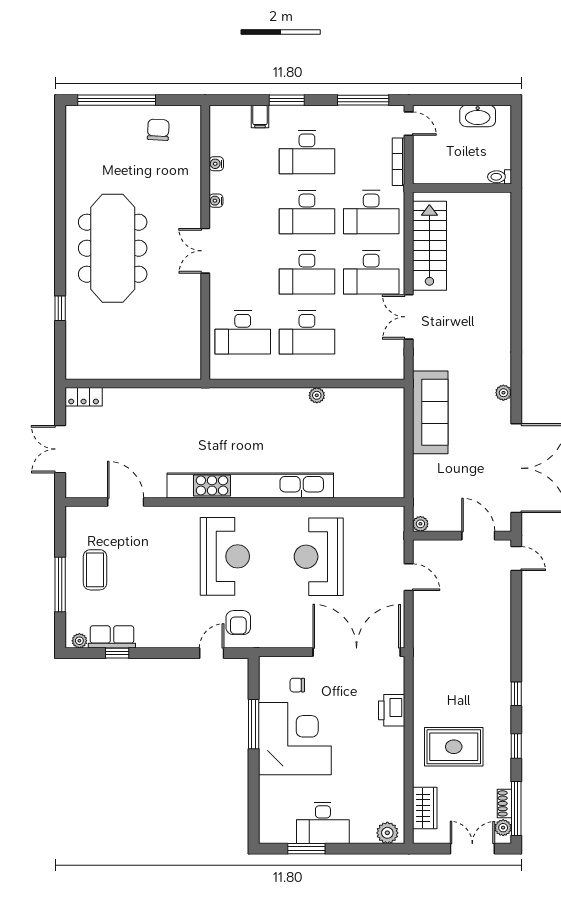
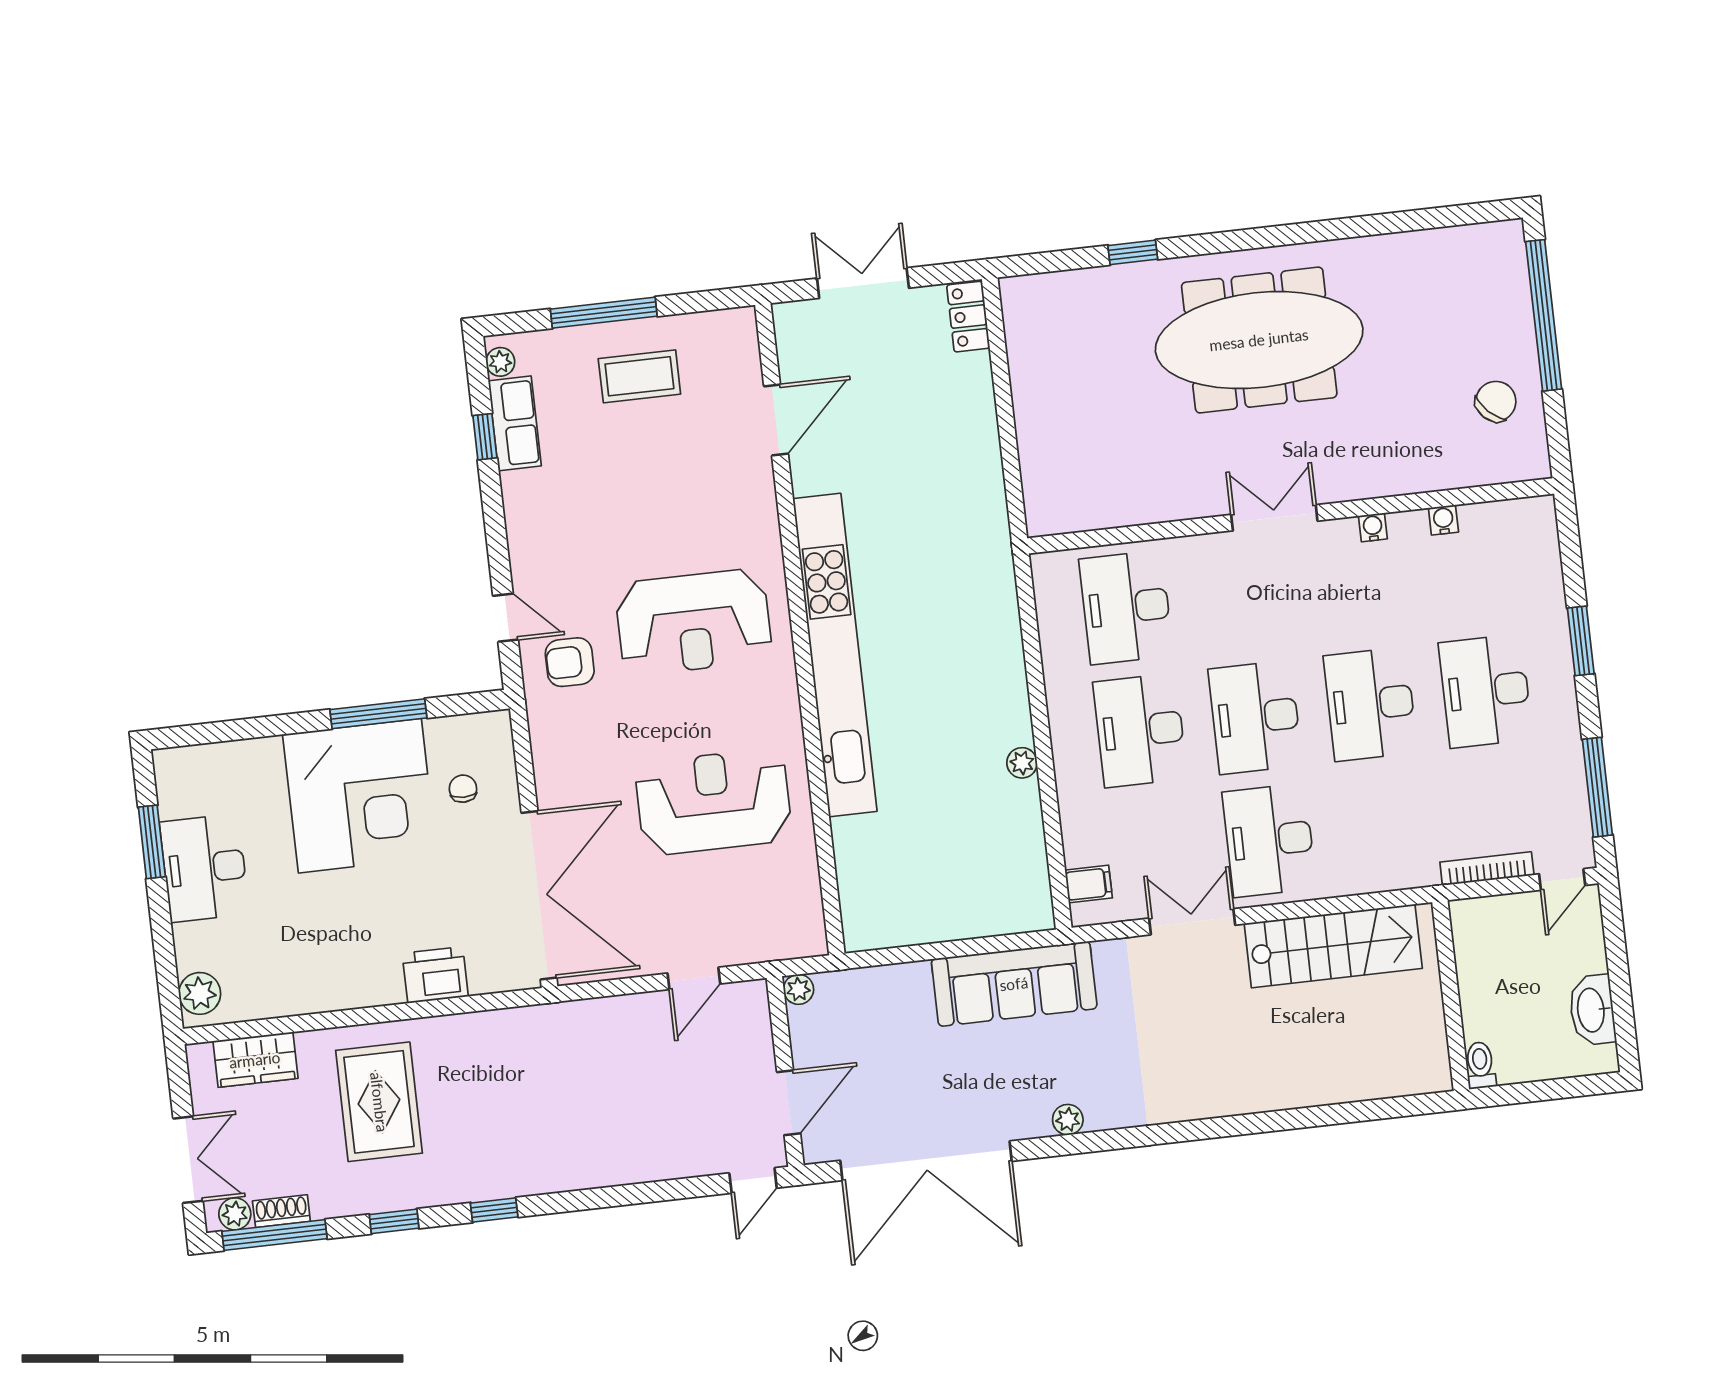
filing cabinet: (260, 116) -> (1089, 884), moved, turned 180
chair: (158, 130) -> (1496, 401), turned -48
desk: (371, 212) -> (1384, 827), removed

